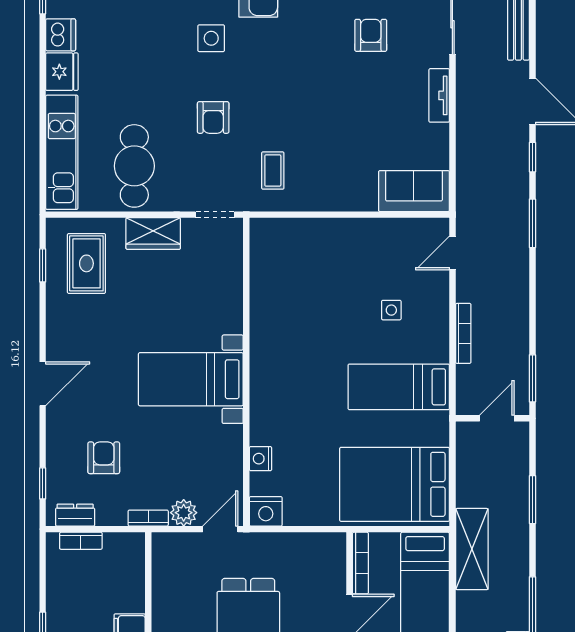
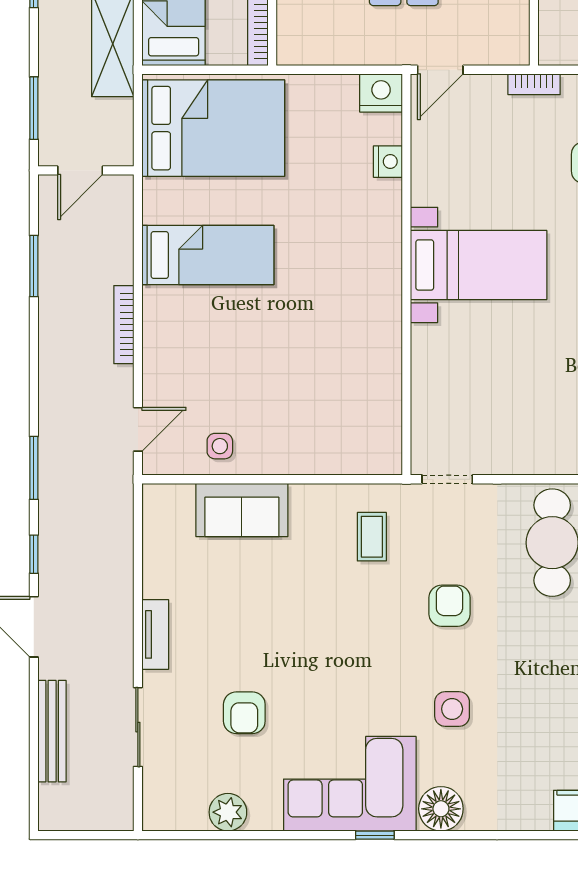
sofa: (414, 191) -> (242, 510), moved
wardrobe: (153, 234) -> (528, 455), removed
side table: (391, 310) -> (220, 446), moved
wall: (492, 418) -> (86, 170), moved
door: (497, 418) -> (80, 170), moved
plant: (184, 513) -> (488, 91), removed

